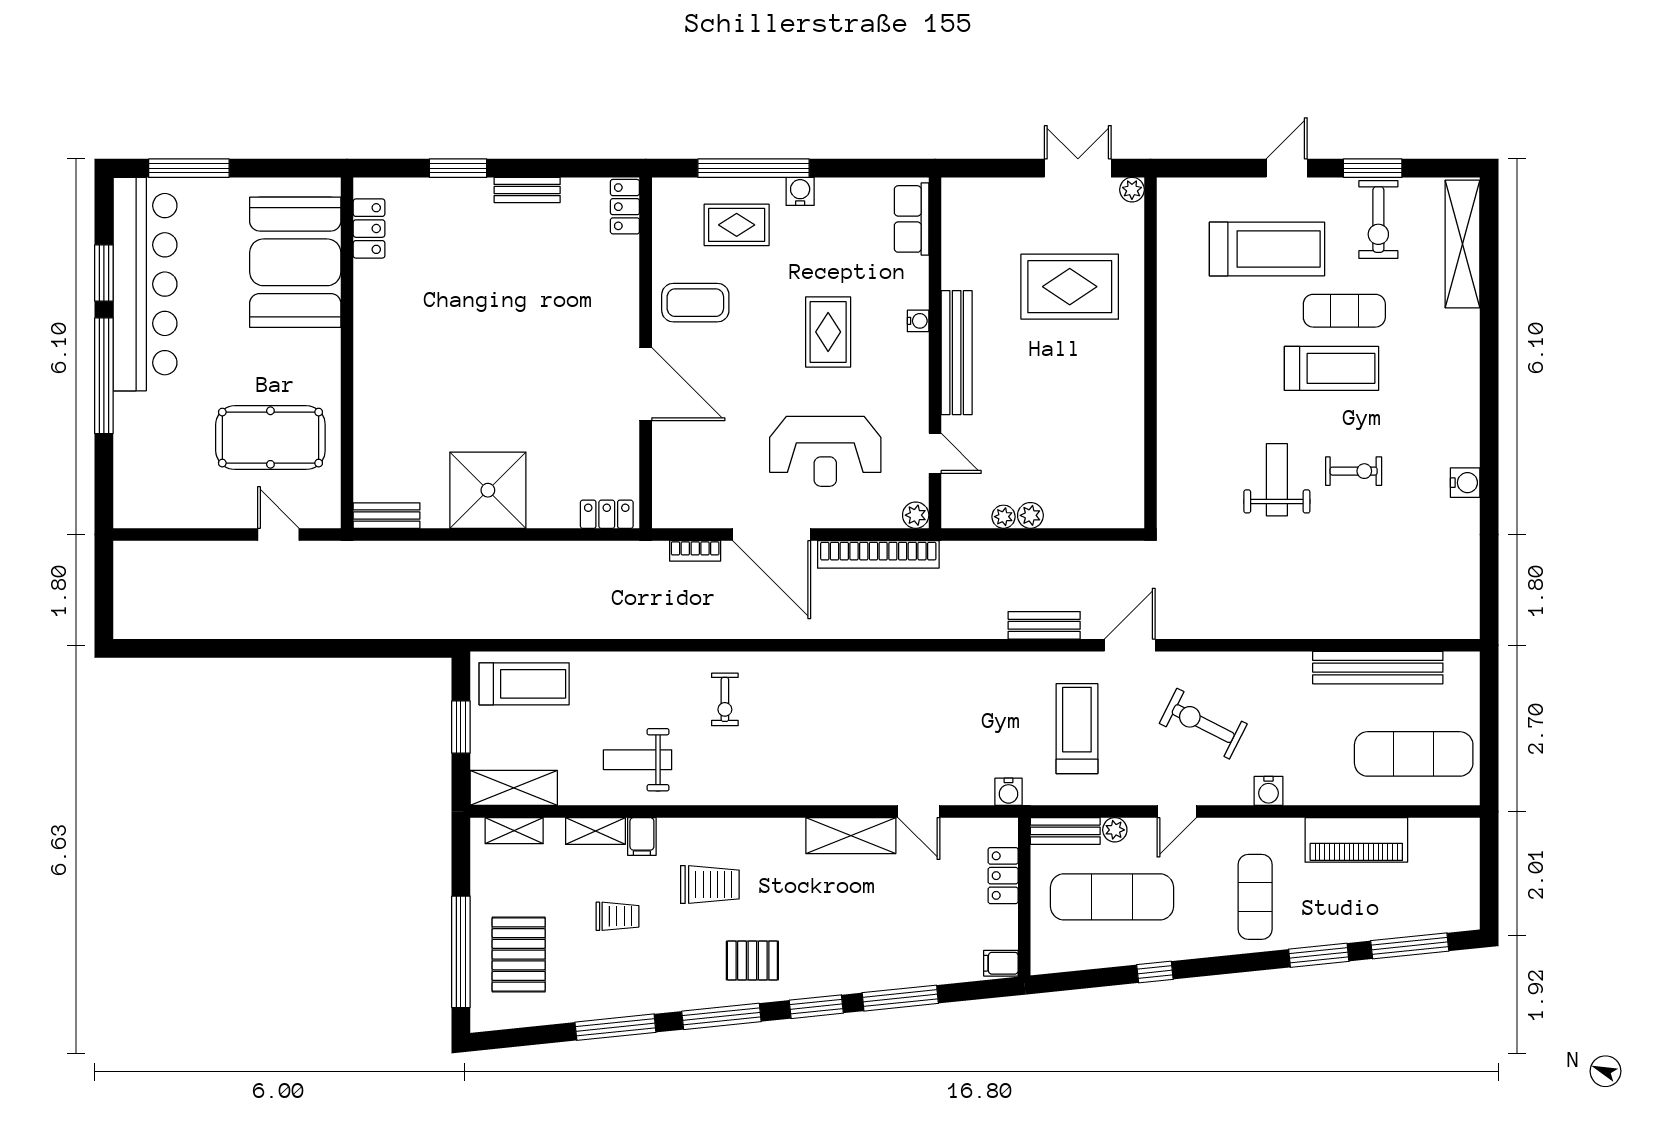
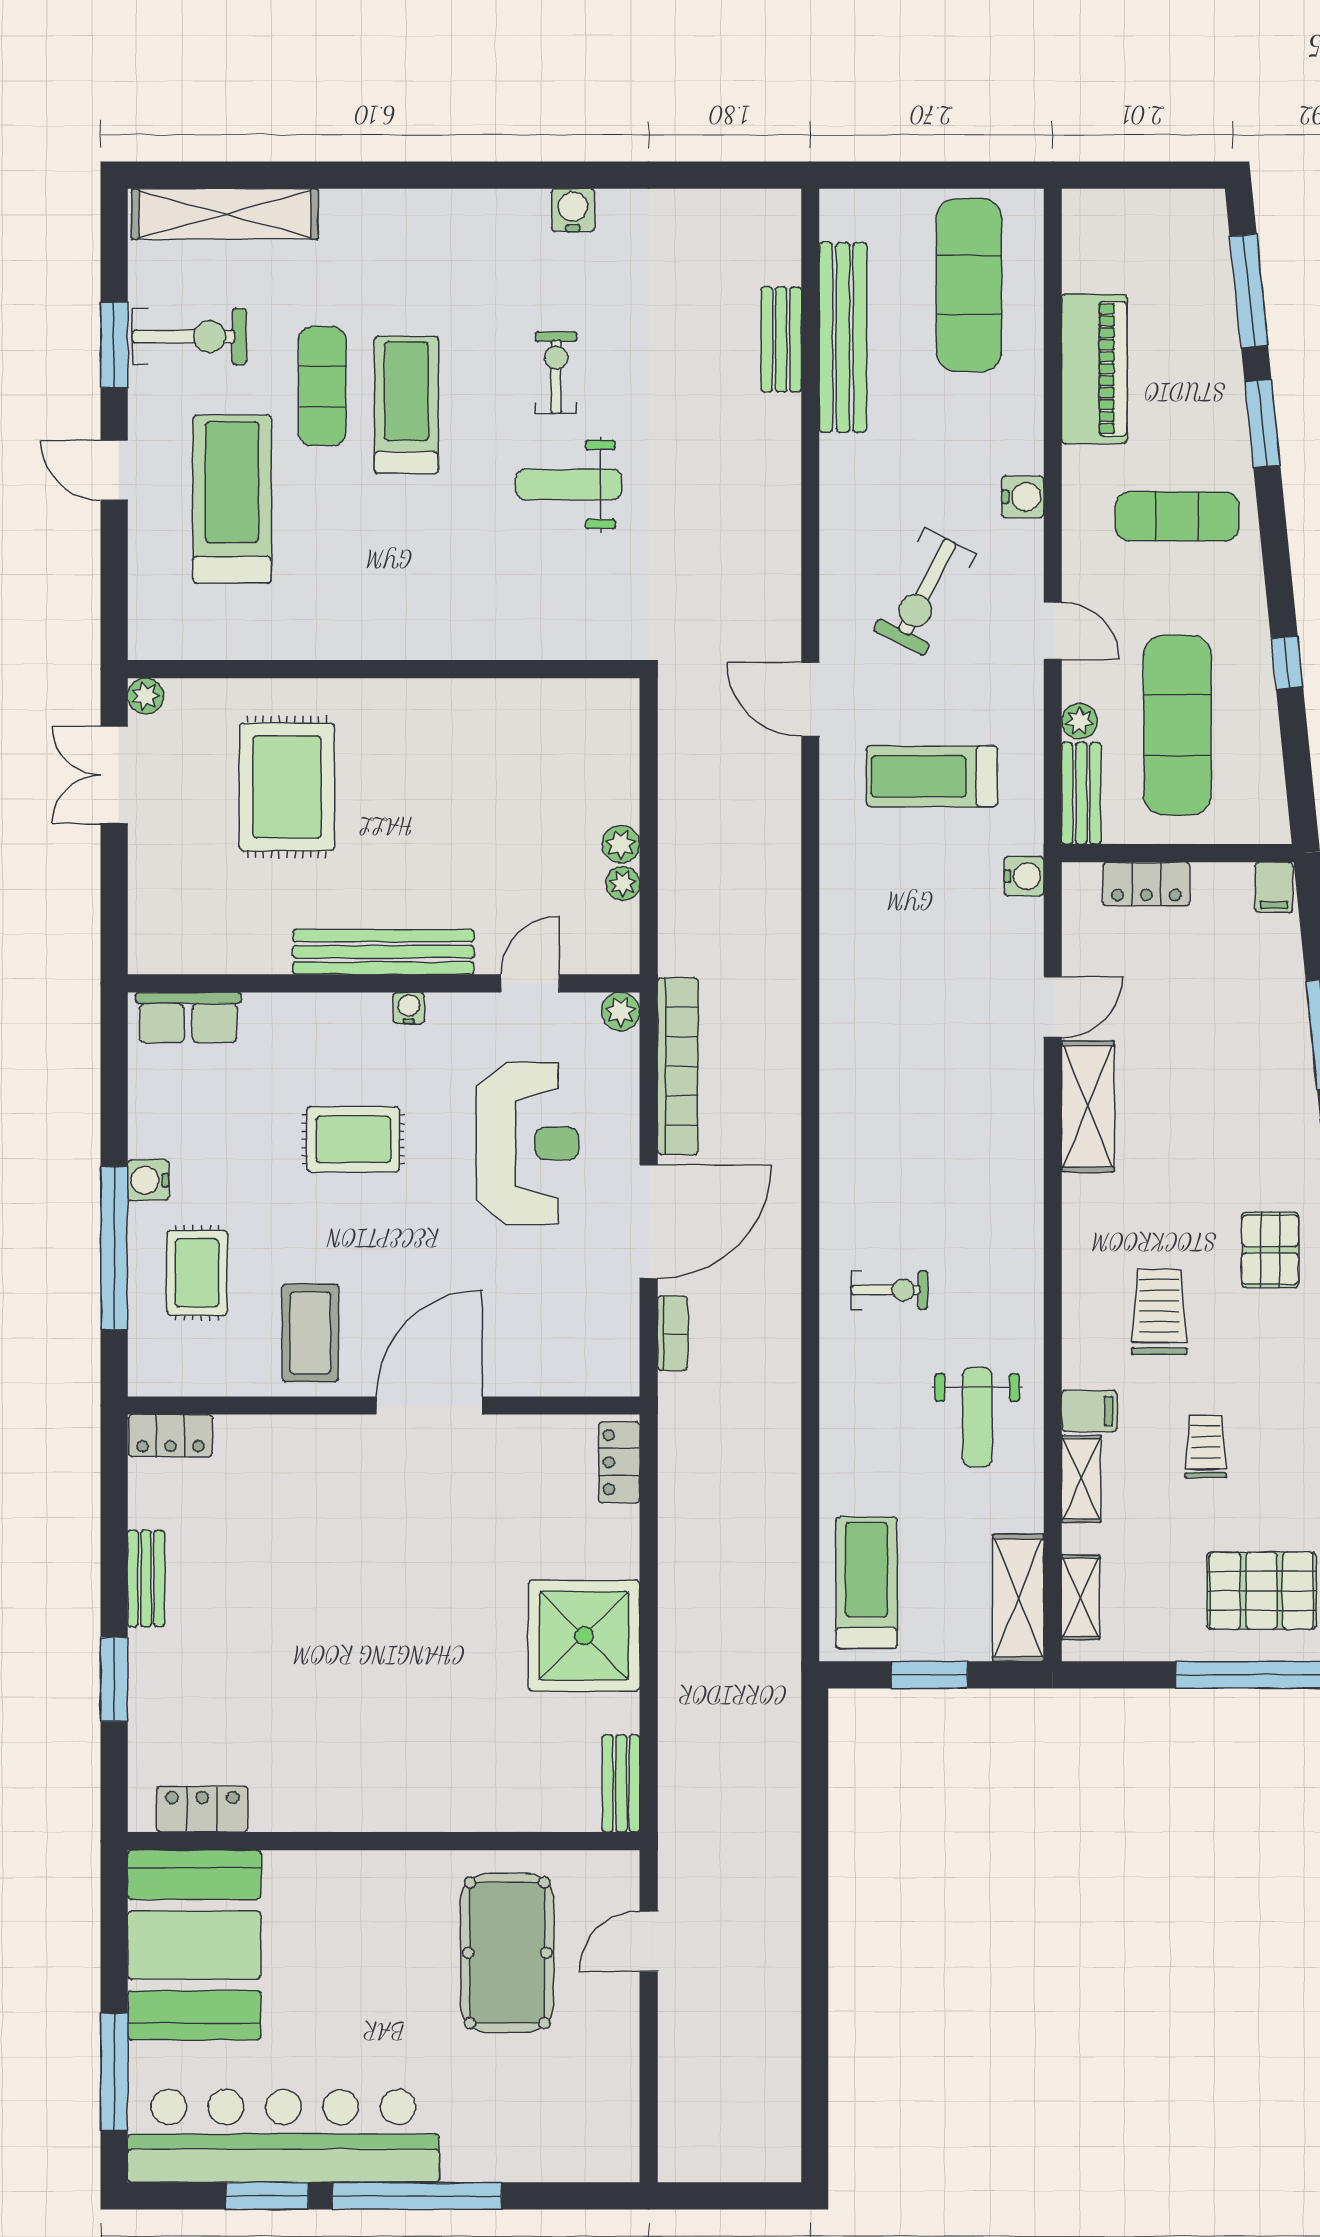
booth: (295, 262) -> (194, 1945), moved, turned 90
water cooler: (918, 321) -> (409, 1008), moved
bench: (1044, 625) -> (781, 340), moved

